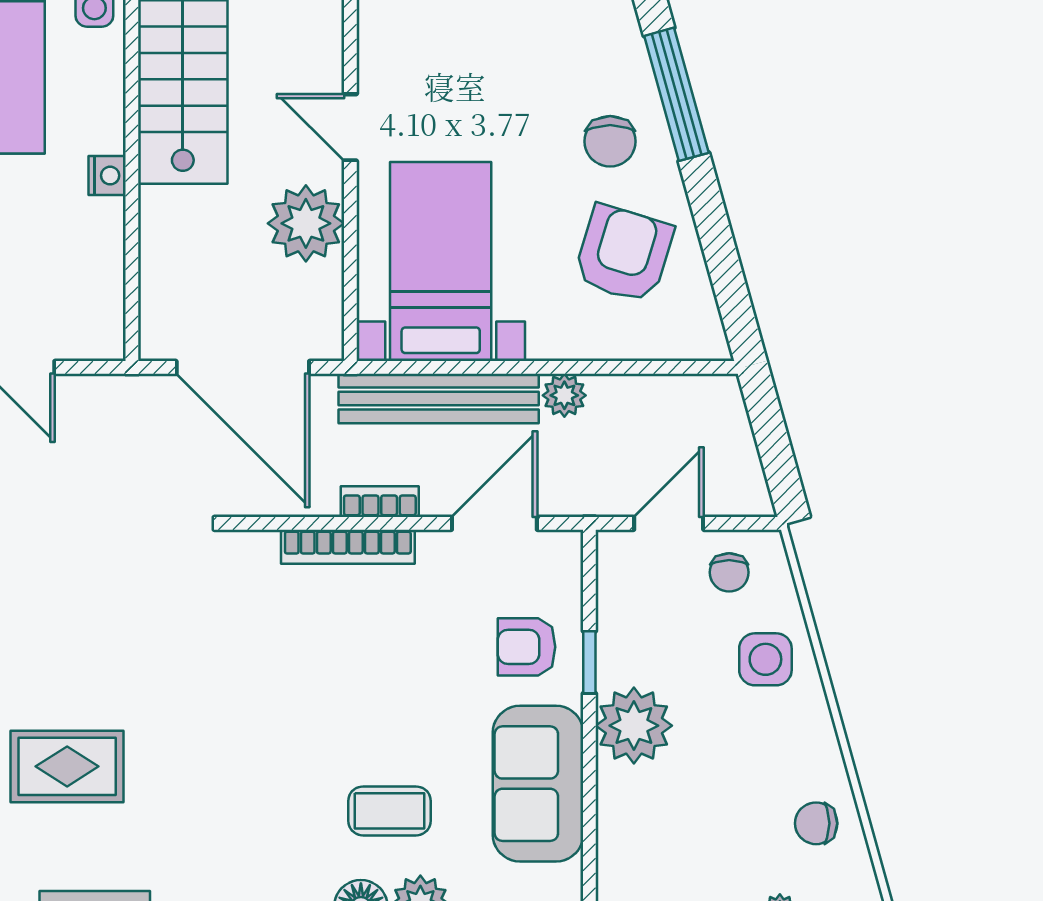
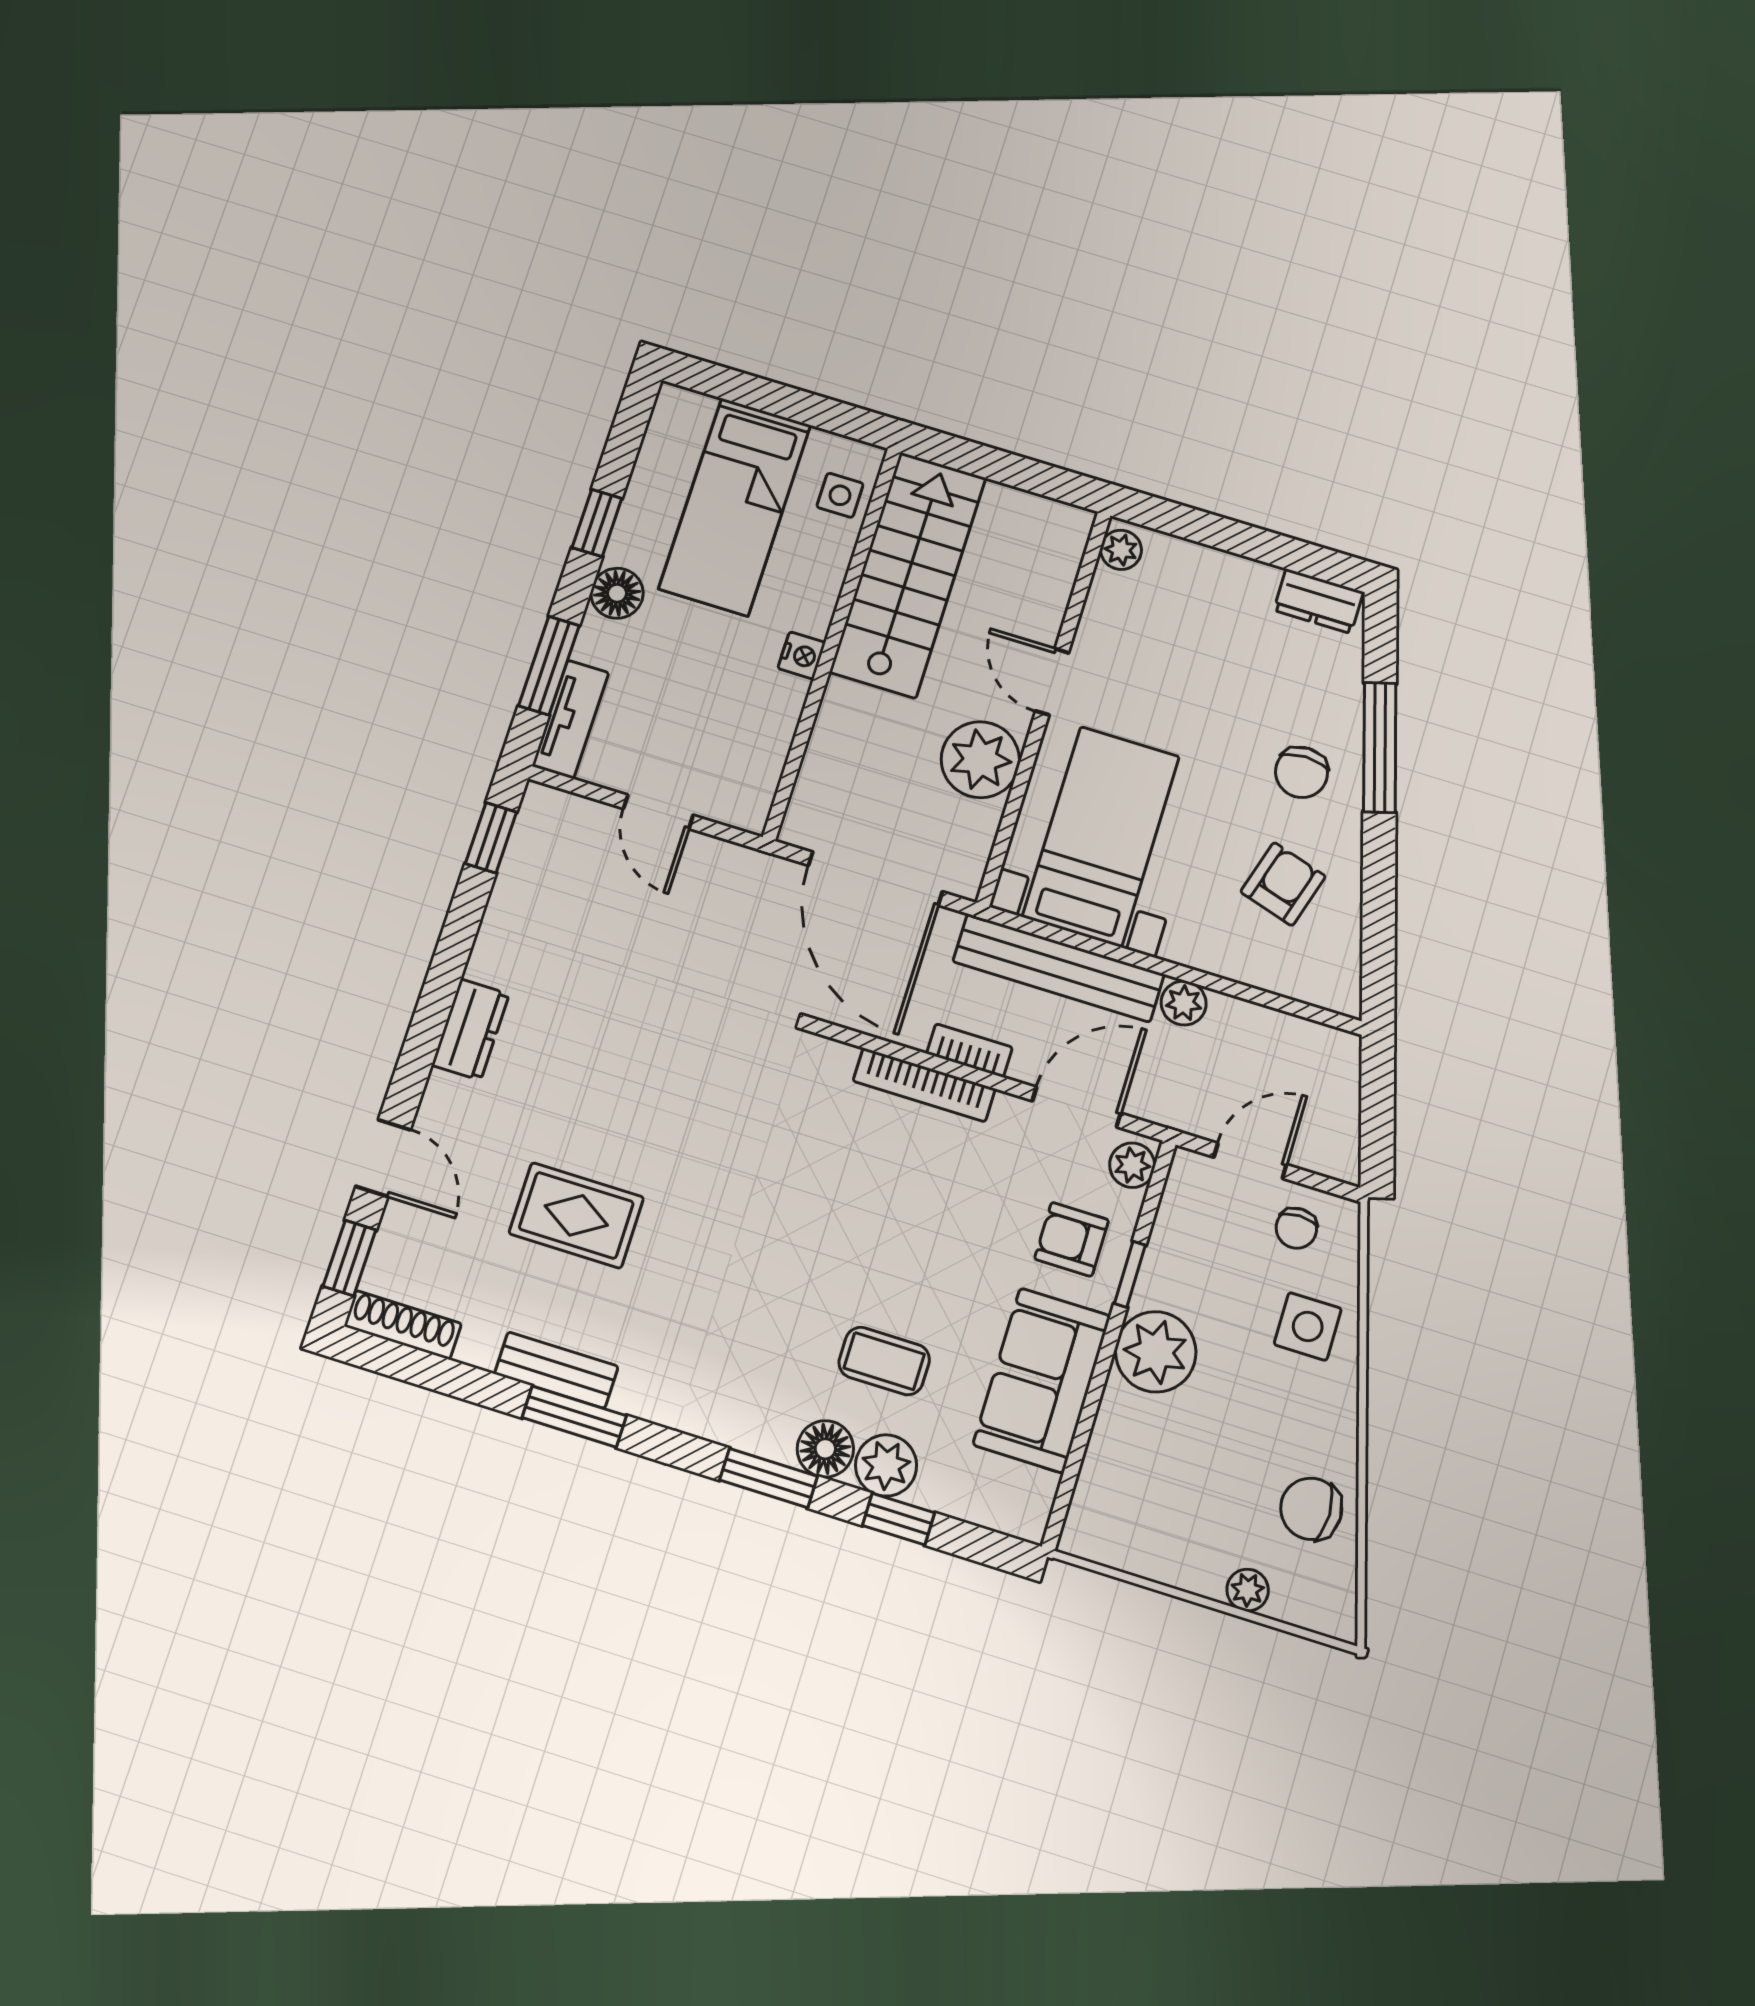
armchair: (624, 254) -> (1283, 884), width x0.72, depth x0.72
plant: (562, 561) -> (1132, 1165), added
chair: (816, 823) -> (1311, 1509), width x1.37, depth x1.37

